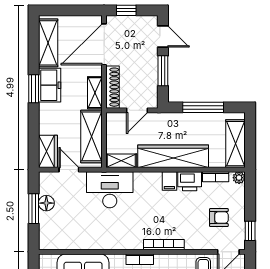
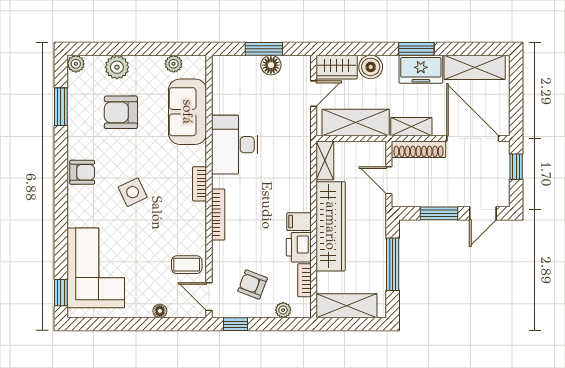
boiler: (48, 125) -> (371, 67), added
plant: (239, 178) -> (283, 310), moved
desk: (110, 190) -> (235, 145), moved, turned 180
armchair: (219, 218) -> (253, 285), turned 111

